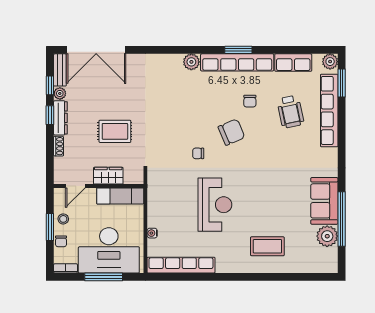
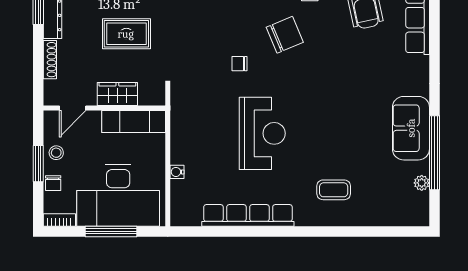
shoe rack: (59, 146) -> (50, 60), width x1.43
plant: (327, 236) -> (422, 183), width x0.53, depth x0.53
coffee table: (267, 246) -> (334, 190), width x0.73, depth x0.77
row of seats: (181, 265) -> (248, 215), moved

